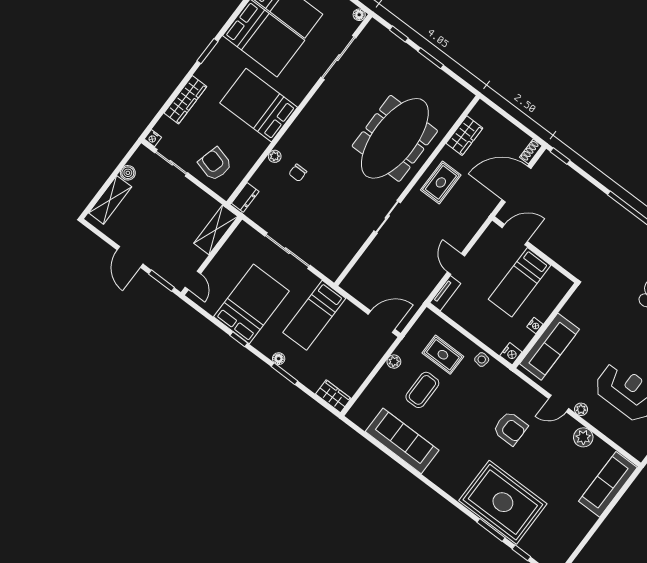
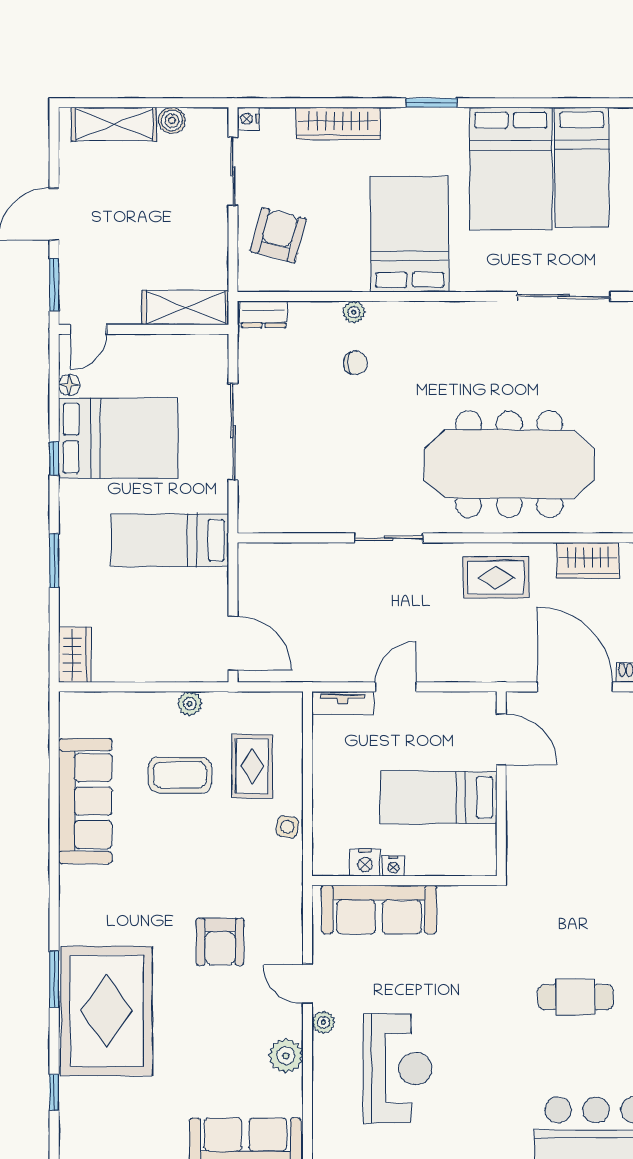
chair: (298, 173) -> (355, 363), turned 180
nightstand: (511, 354) -> (365, 862), moved
floor lamp: (279, 359) -> (69, 385), moved
window: (491, 530) -> (54, 979), moved

